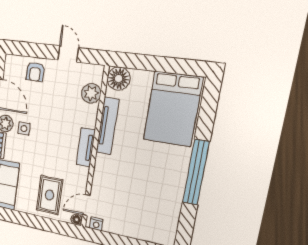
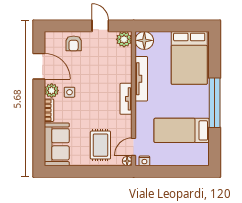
plant: (91, 93) -> (124, 39), moved
bed: (147, 198) -> (182, 130), added

